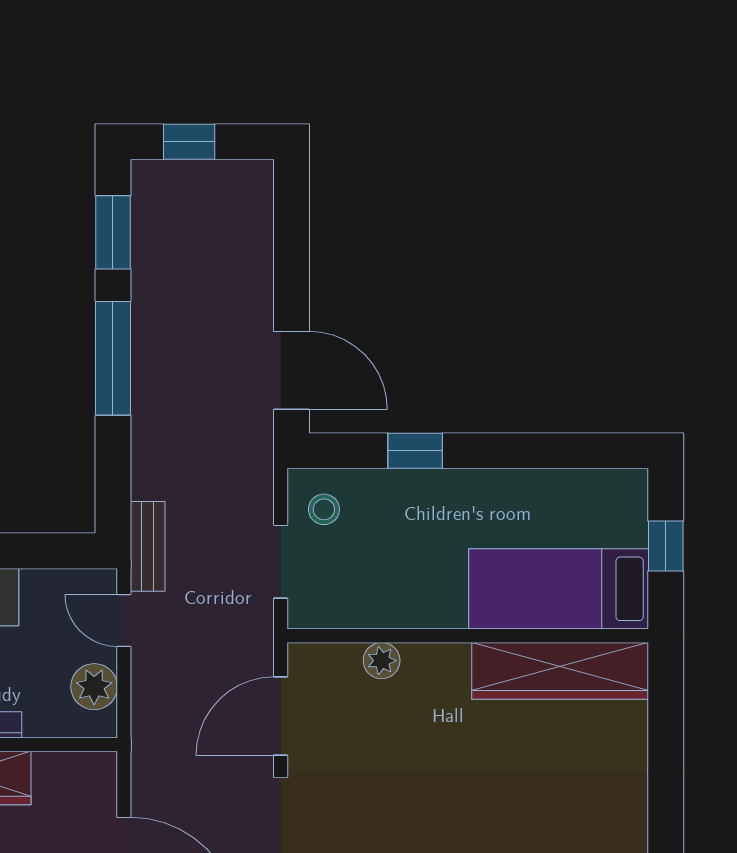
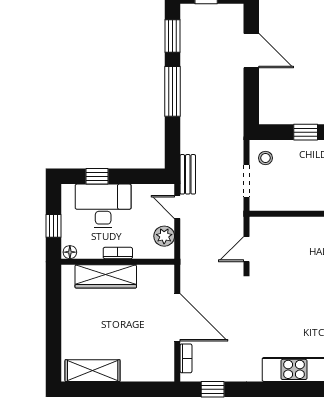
door: (291, 370) -> (251, 51), moved
plant: (382, 661) -> (291, 225), removed
door: (281, 716) -> (246, 249), width x0.73

